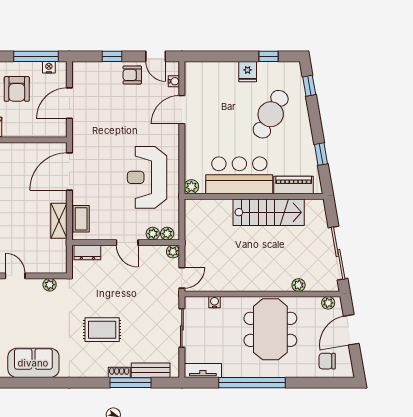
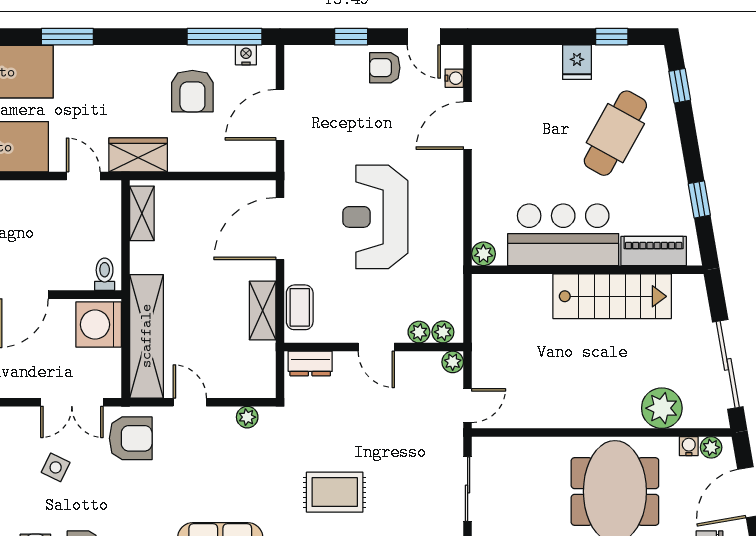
reception desk: (147, 177) -> (375, 217), moved
plant: (299, 285) -> (662, 408), width x1.88, depth x1.88
water cooler: (215, 302) -> (689, 446), moved

